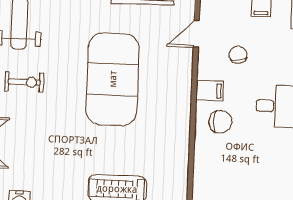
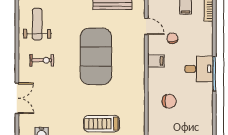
door: (196, 34) -> (146, 26), swing flipped
chair: (220, 122) -> (169, 101), moved

